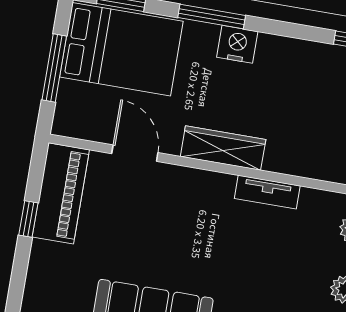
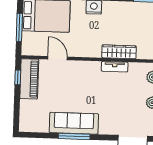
wardrobe: (223, 148) -> (119, 52), moved
window: (28, 219) -> (18, 77), moved

